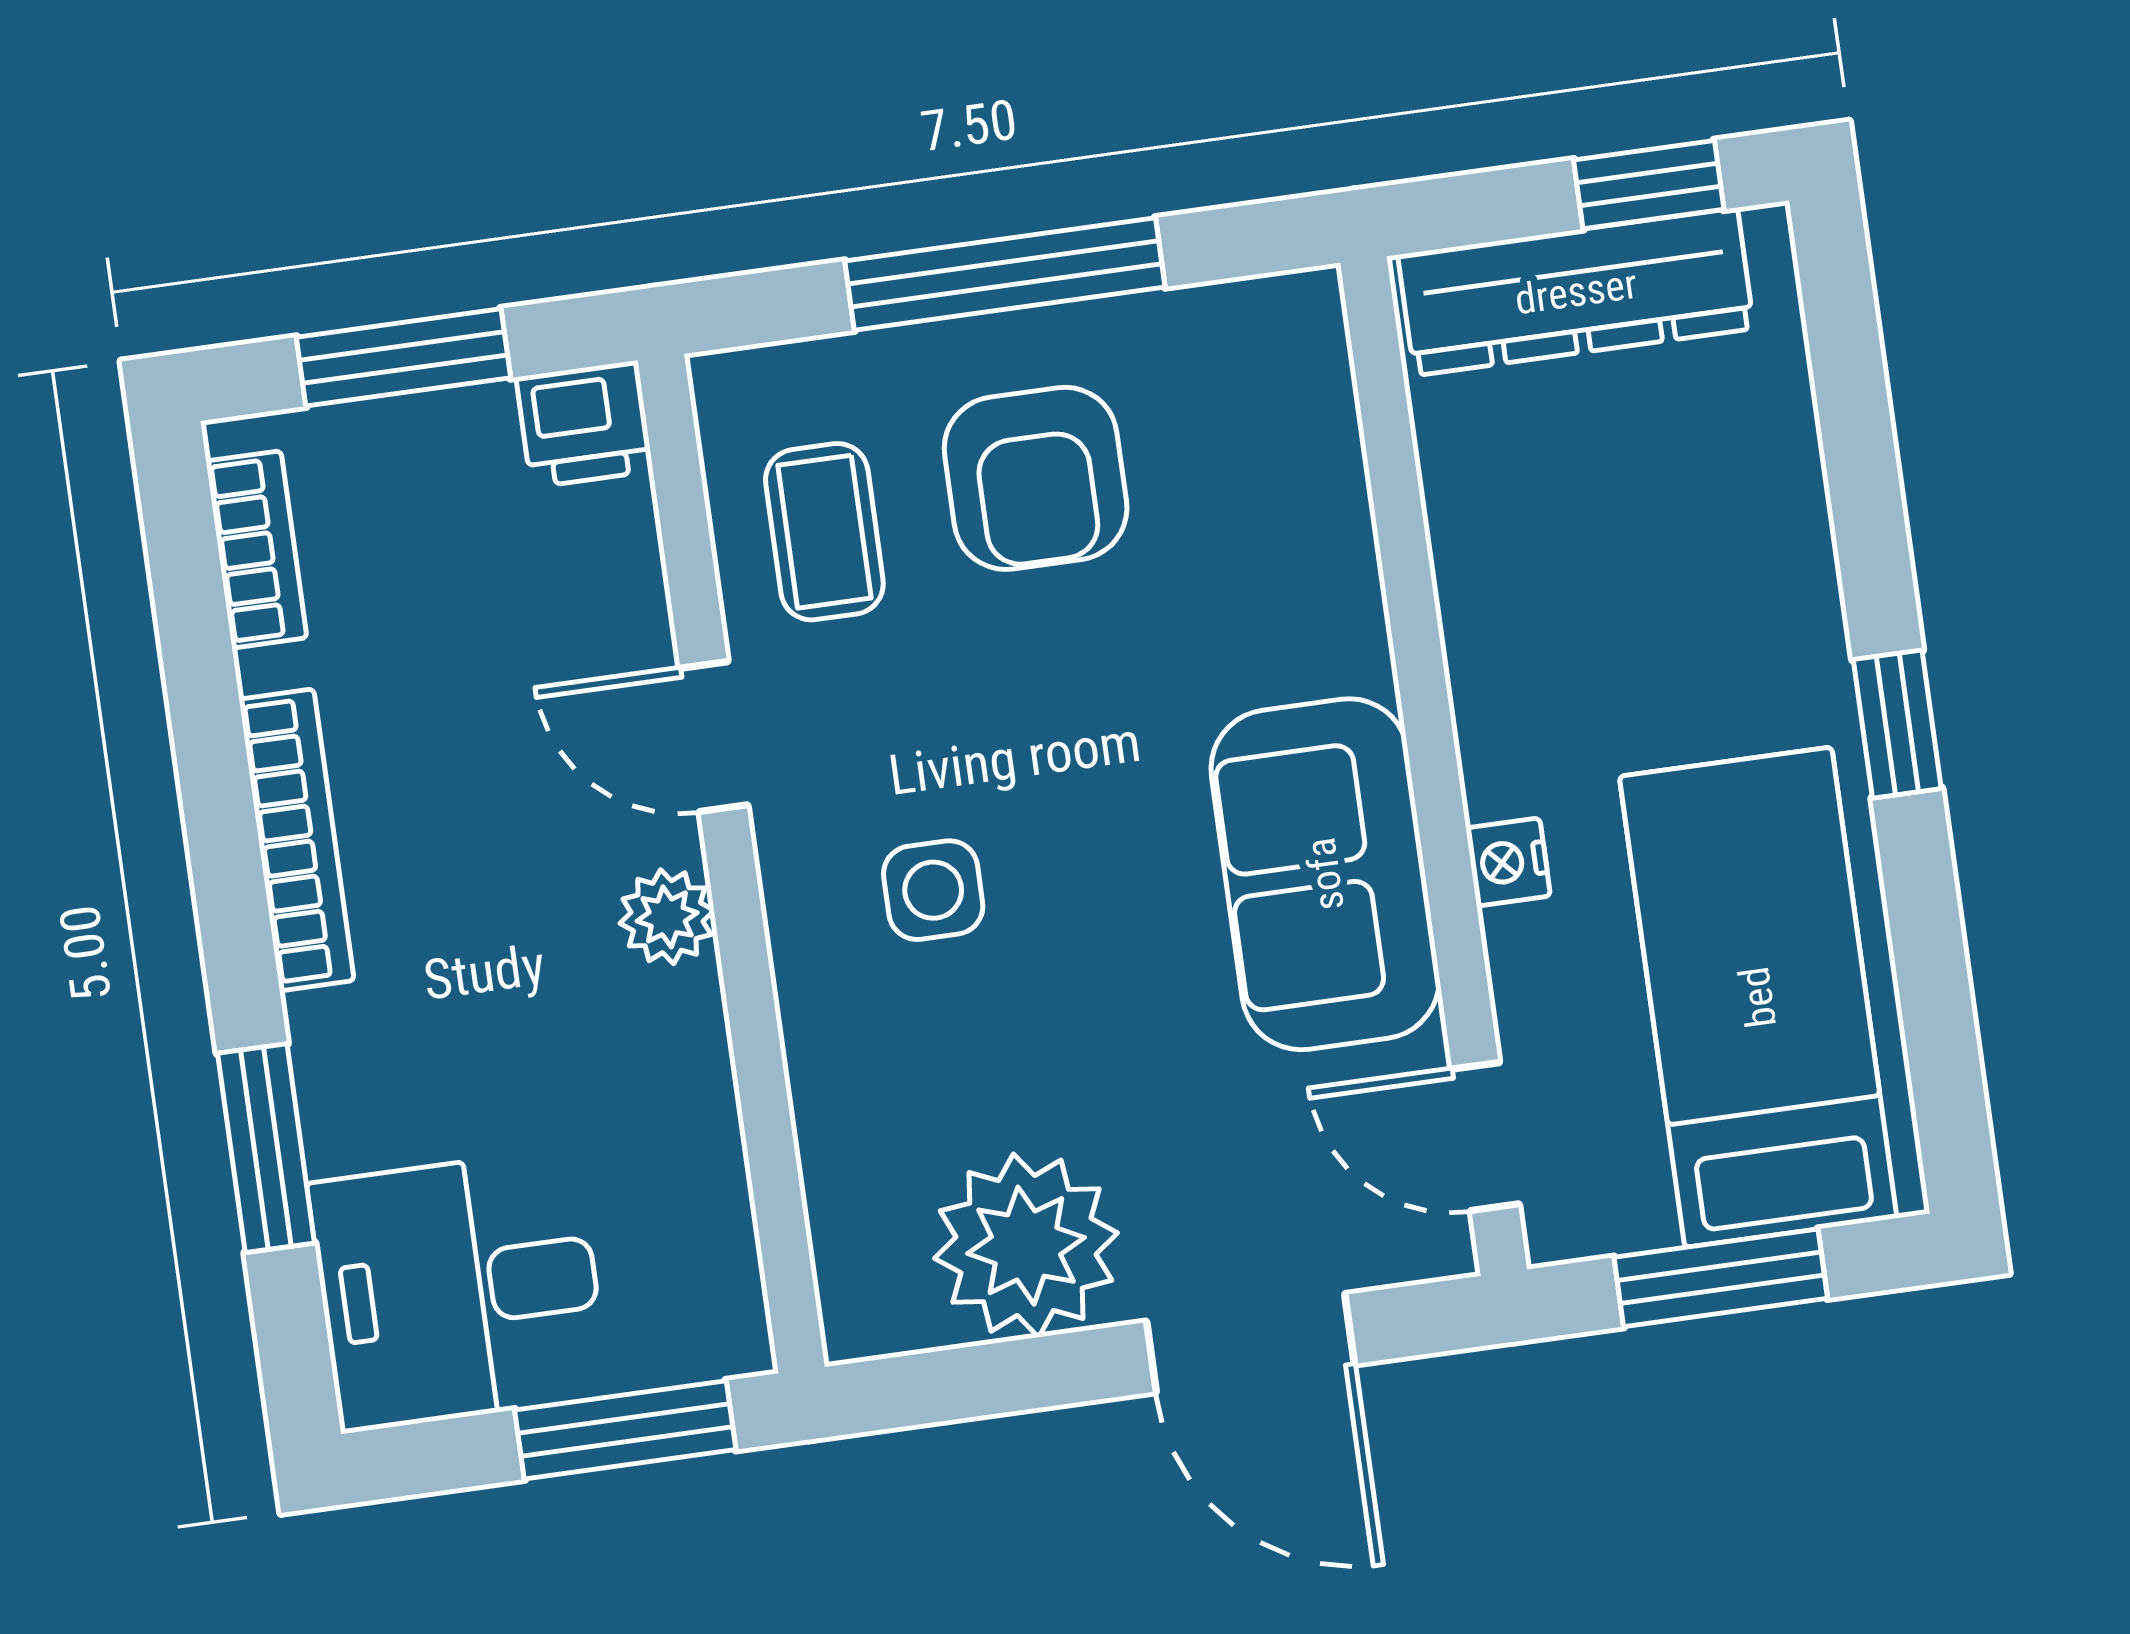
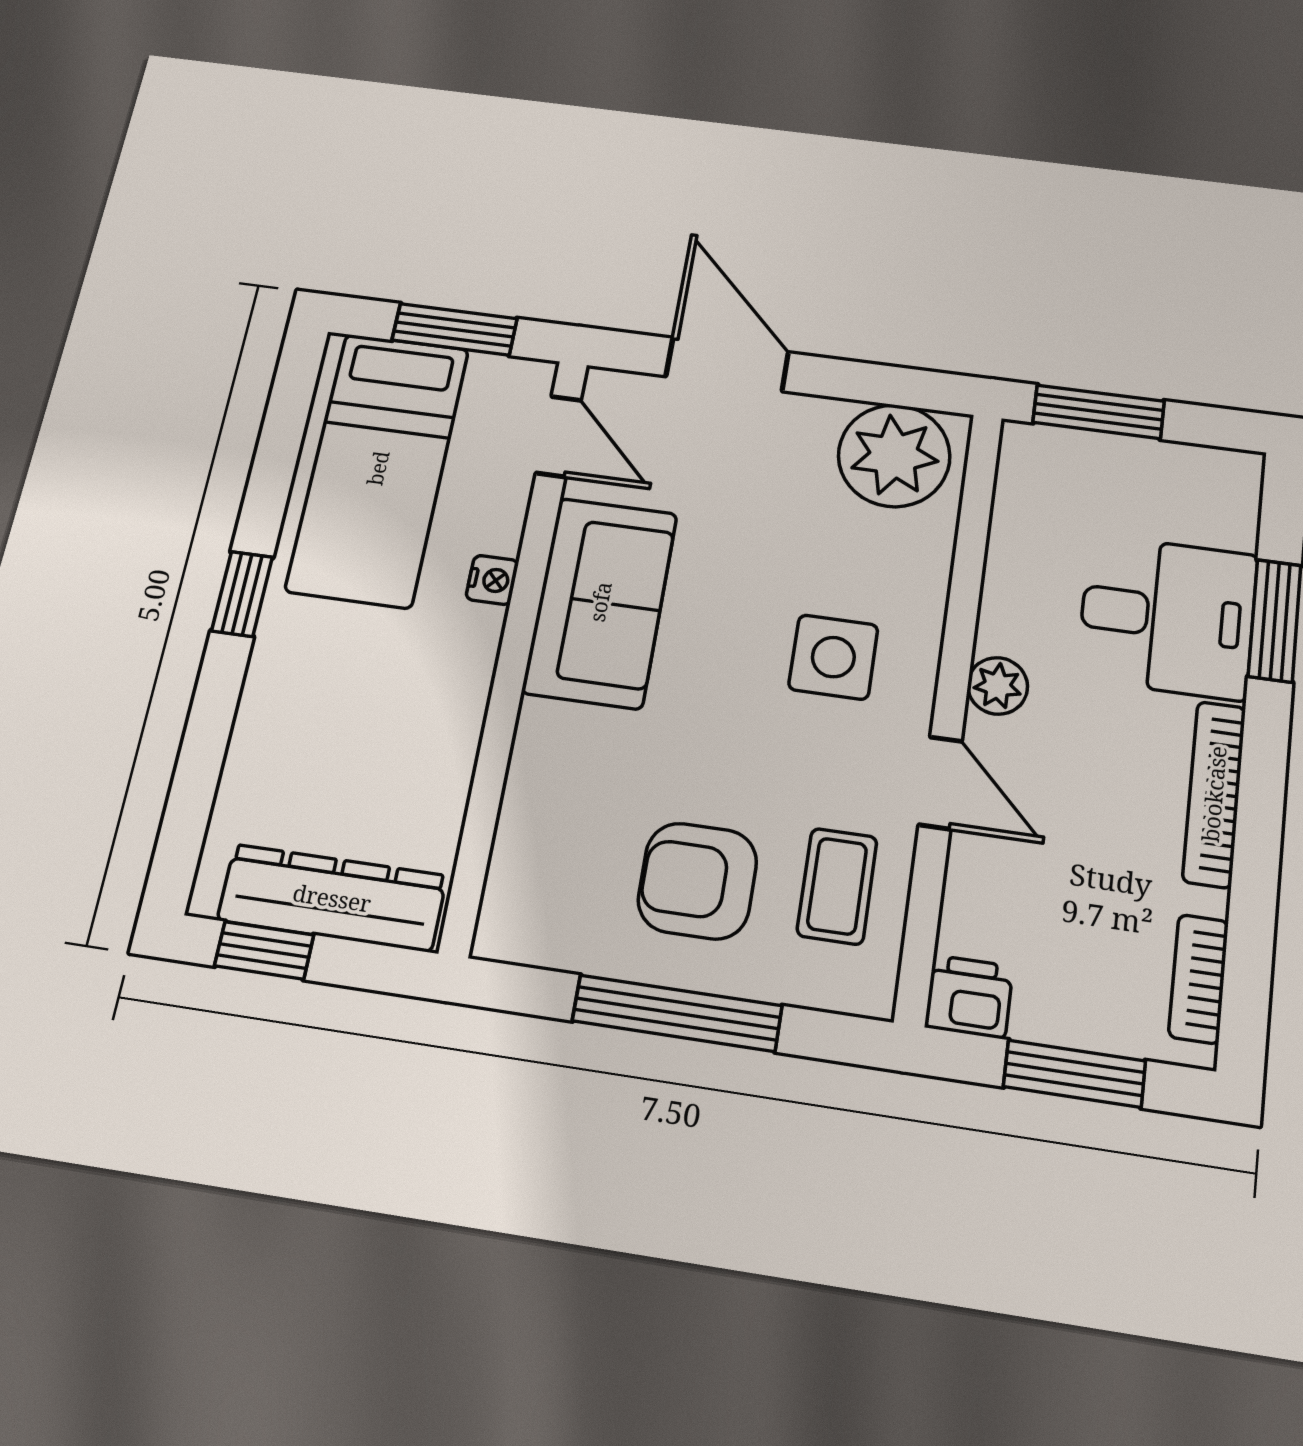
armchair: (1036, 478) -> (697, 881), turned -90
side table: (933, 890) -> (833, 657), width x1.37, depth x1.37
plant: (1026, 1246) -> (894, 456), moved
desk: (459, 1290) -> (1167, 617), moved

